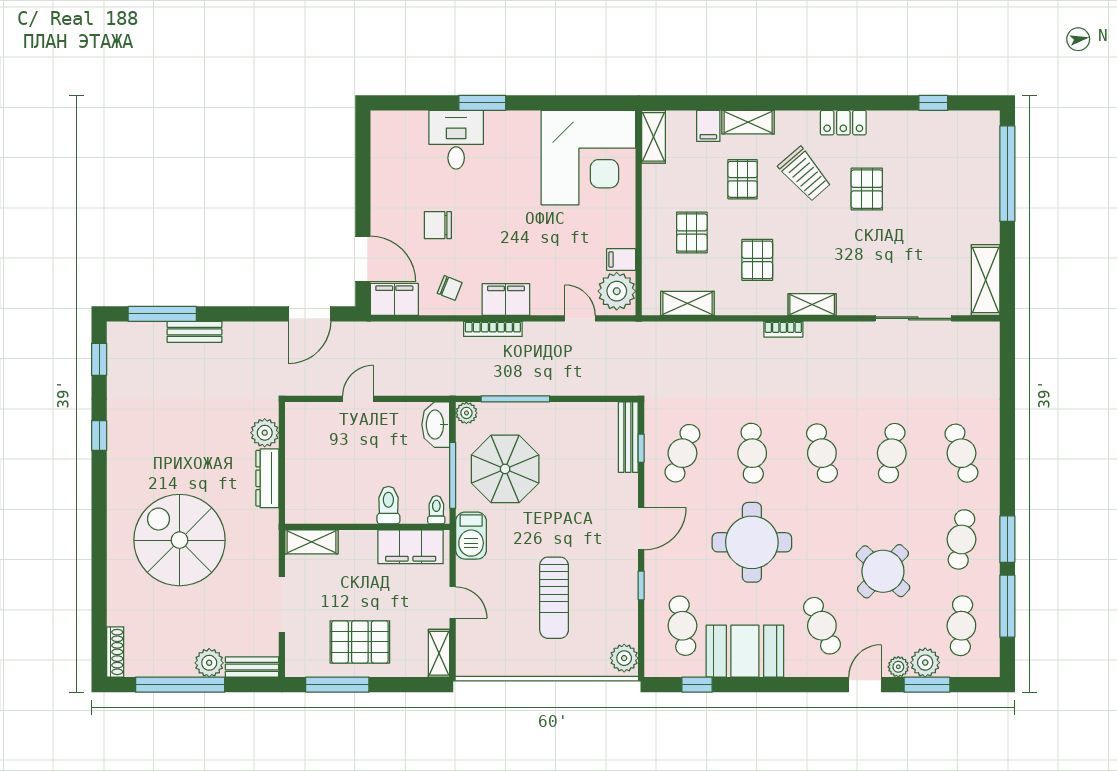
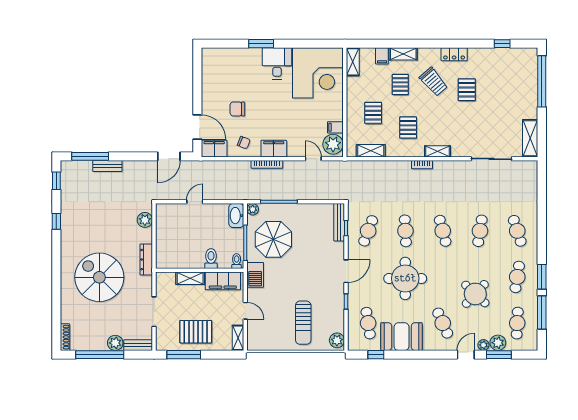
desk: (456, 140) -> (277, 63), moved
dresser: (267, 478) -> (146, 260), moved
shelving: (312, 542) -> (190, 278), moved
sun lounger: (554, 598) -> (303, 323), moved

